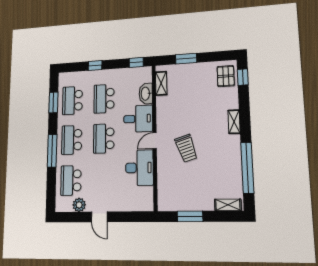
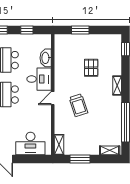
window: (136, 62) -> (27, 30), moved
pallet: (226, 76) -> (91, 68), moved
shelving: (161, 83) -> (59, 145), moved
desk: (139, 168) -> (30, 144), moved, turned 90

